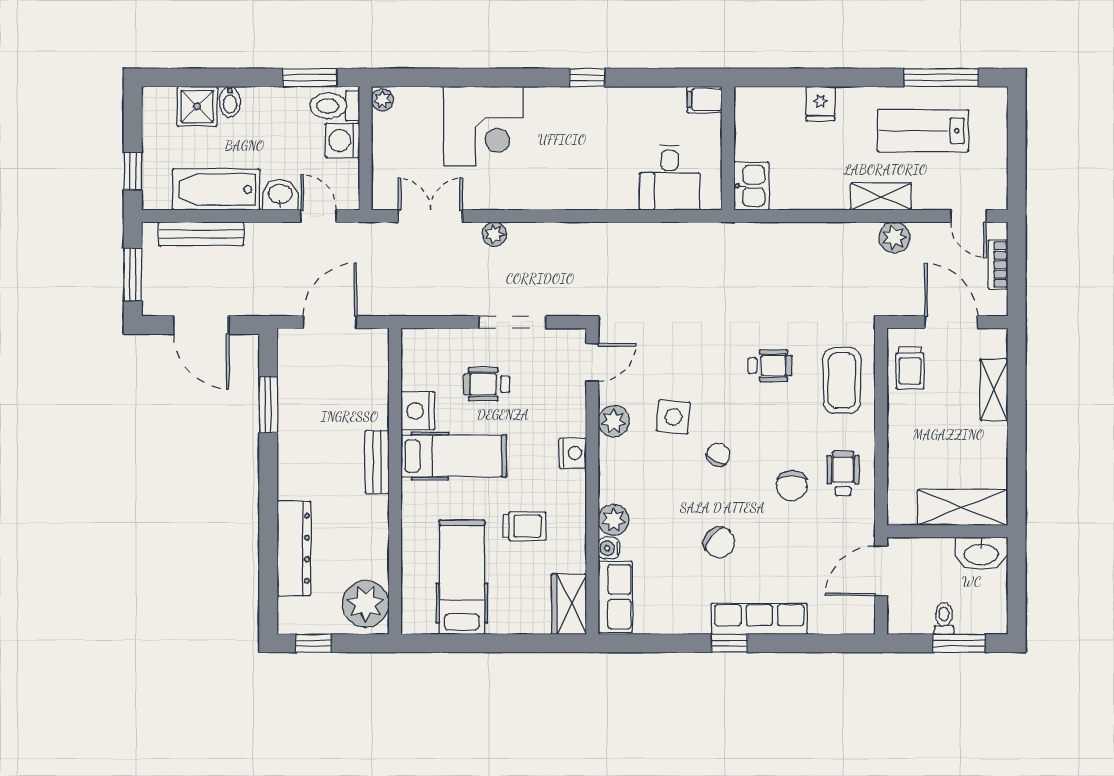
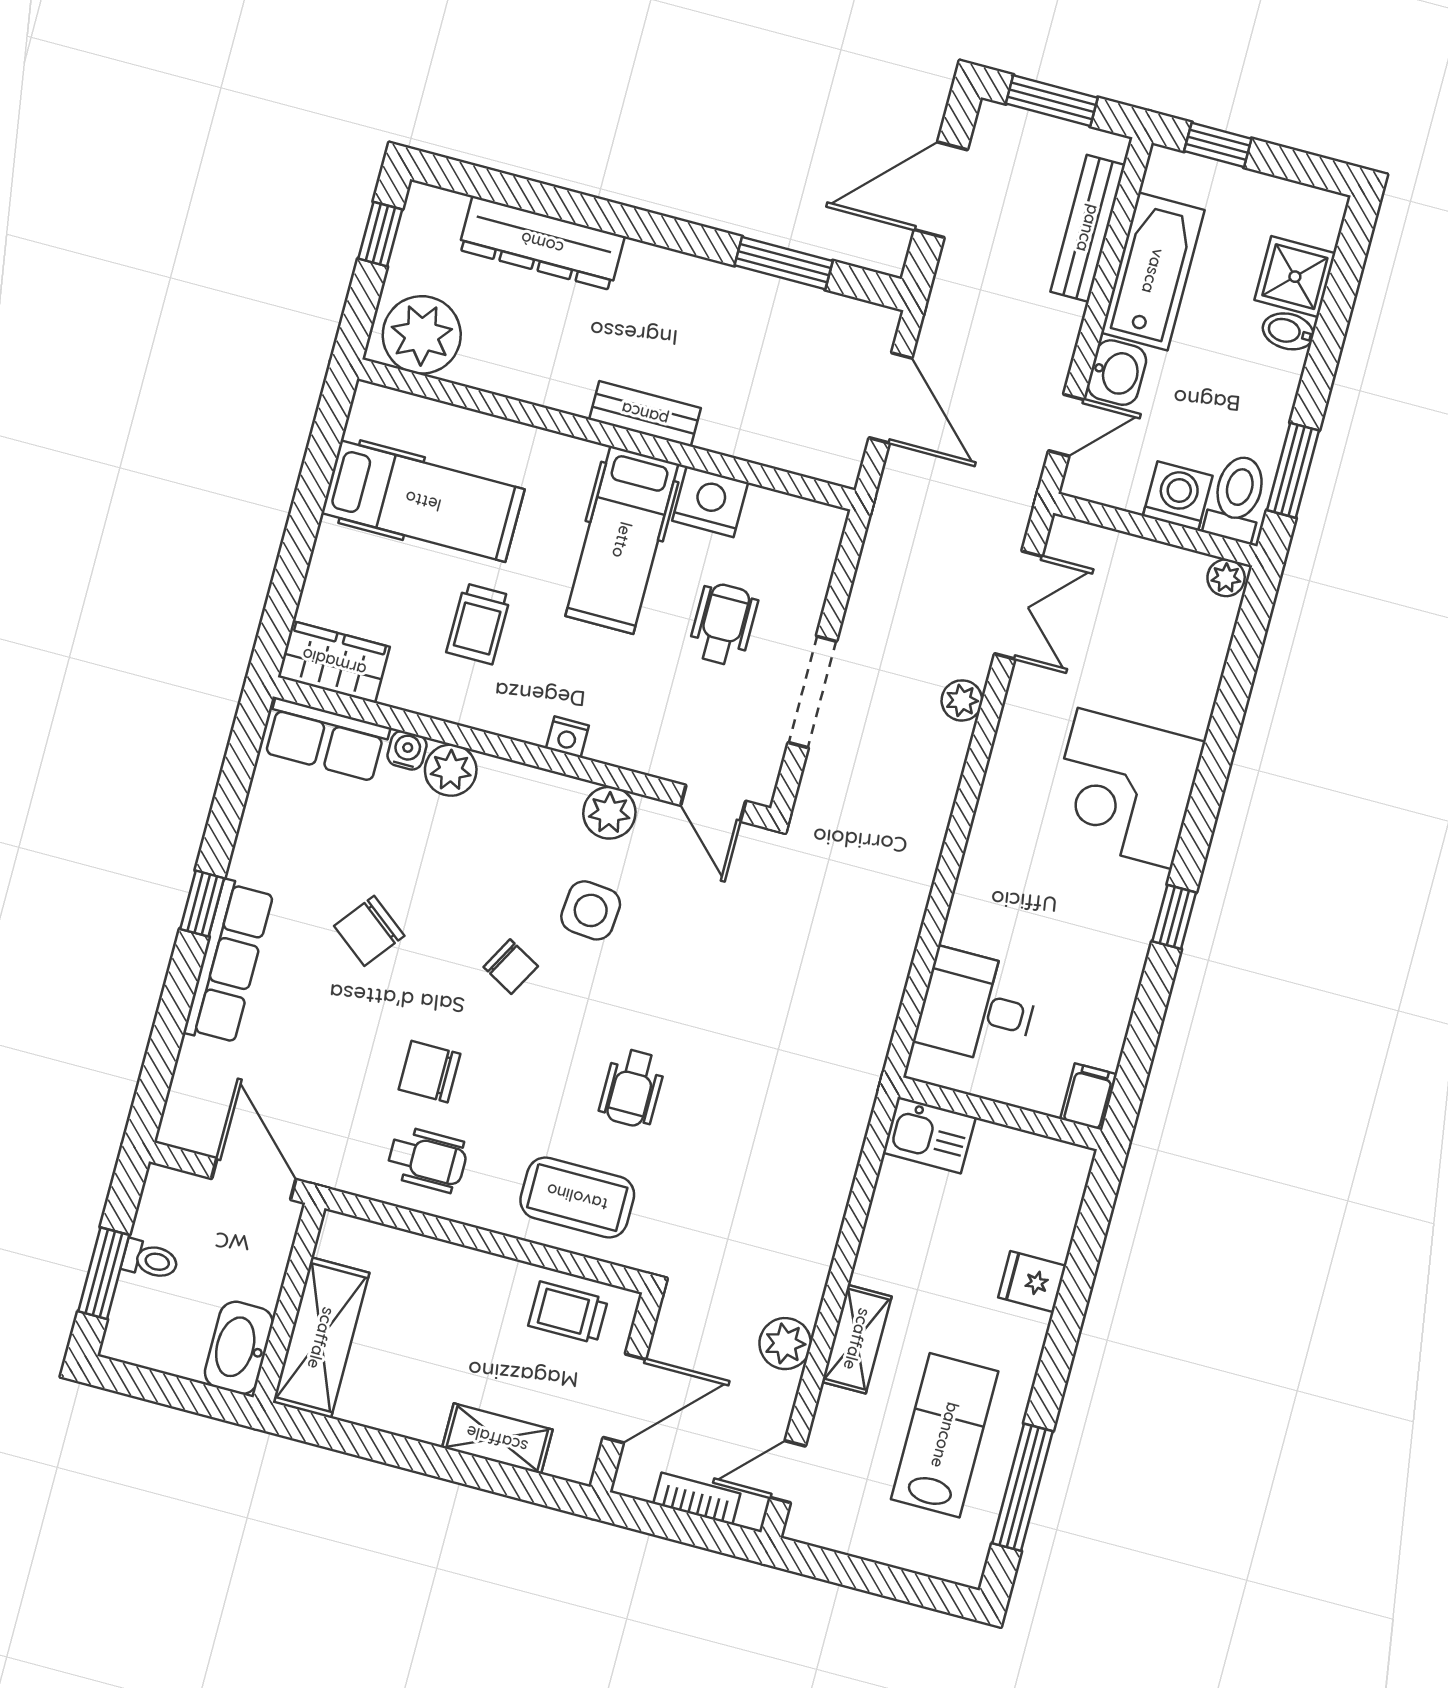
corner desk: (483, 126) -> (1125, 788), moved
nightstand: (573, 453) -> (567, 737), width x0.72, depth x0.74

